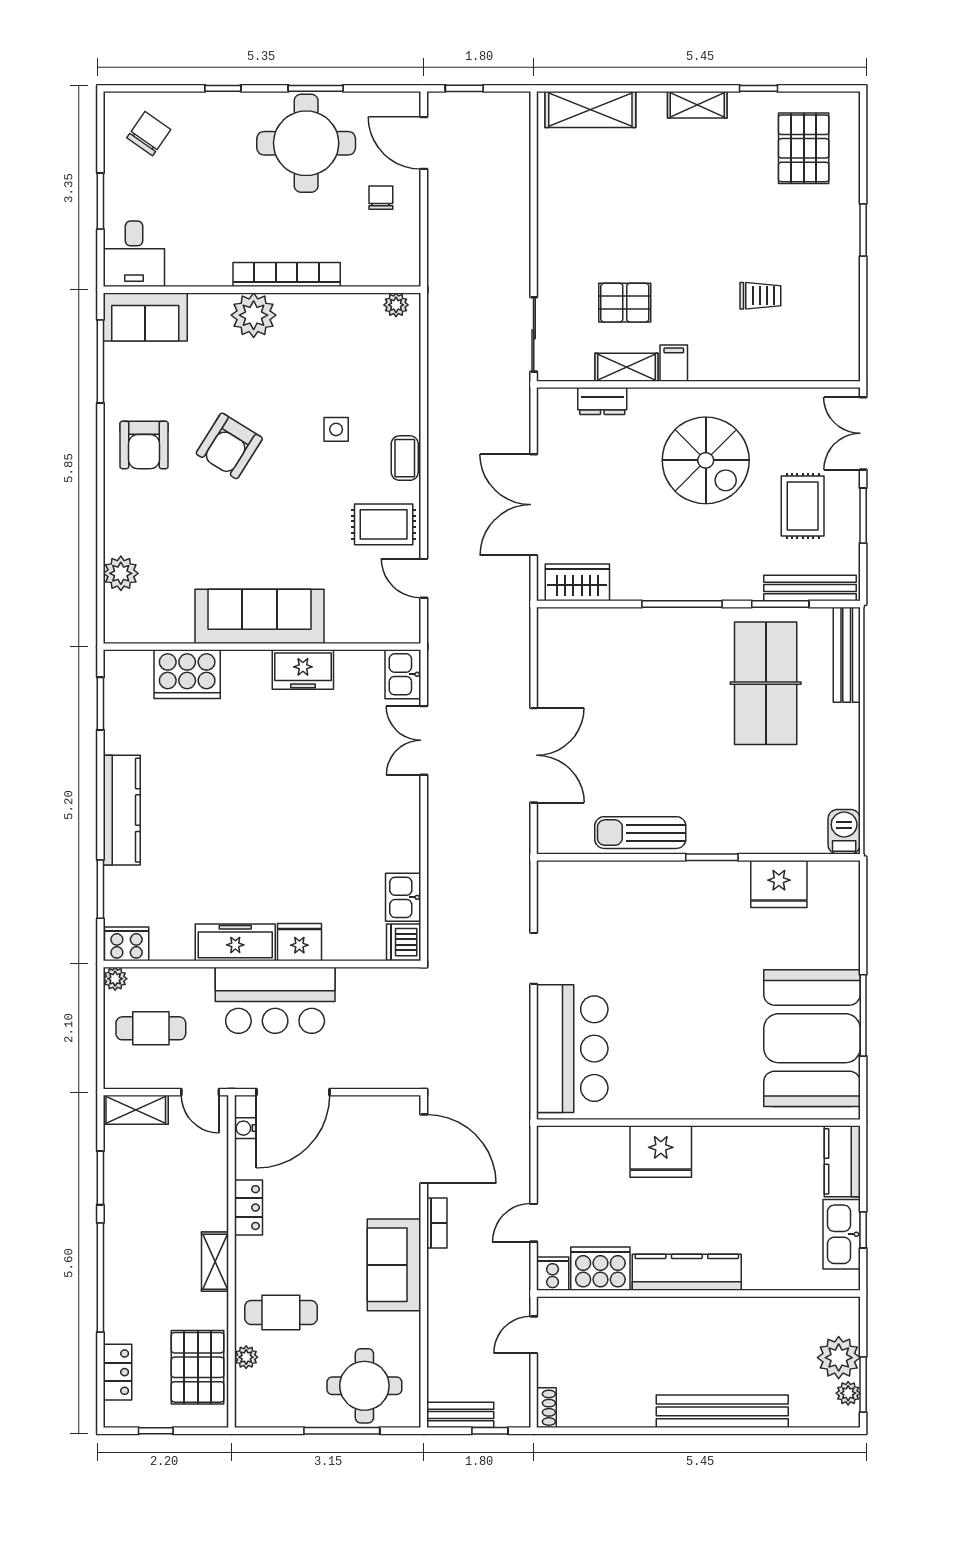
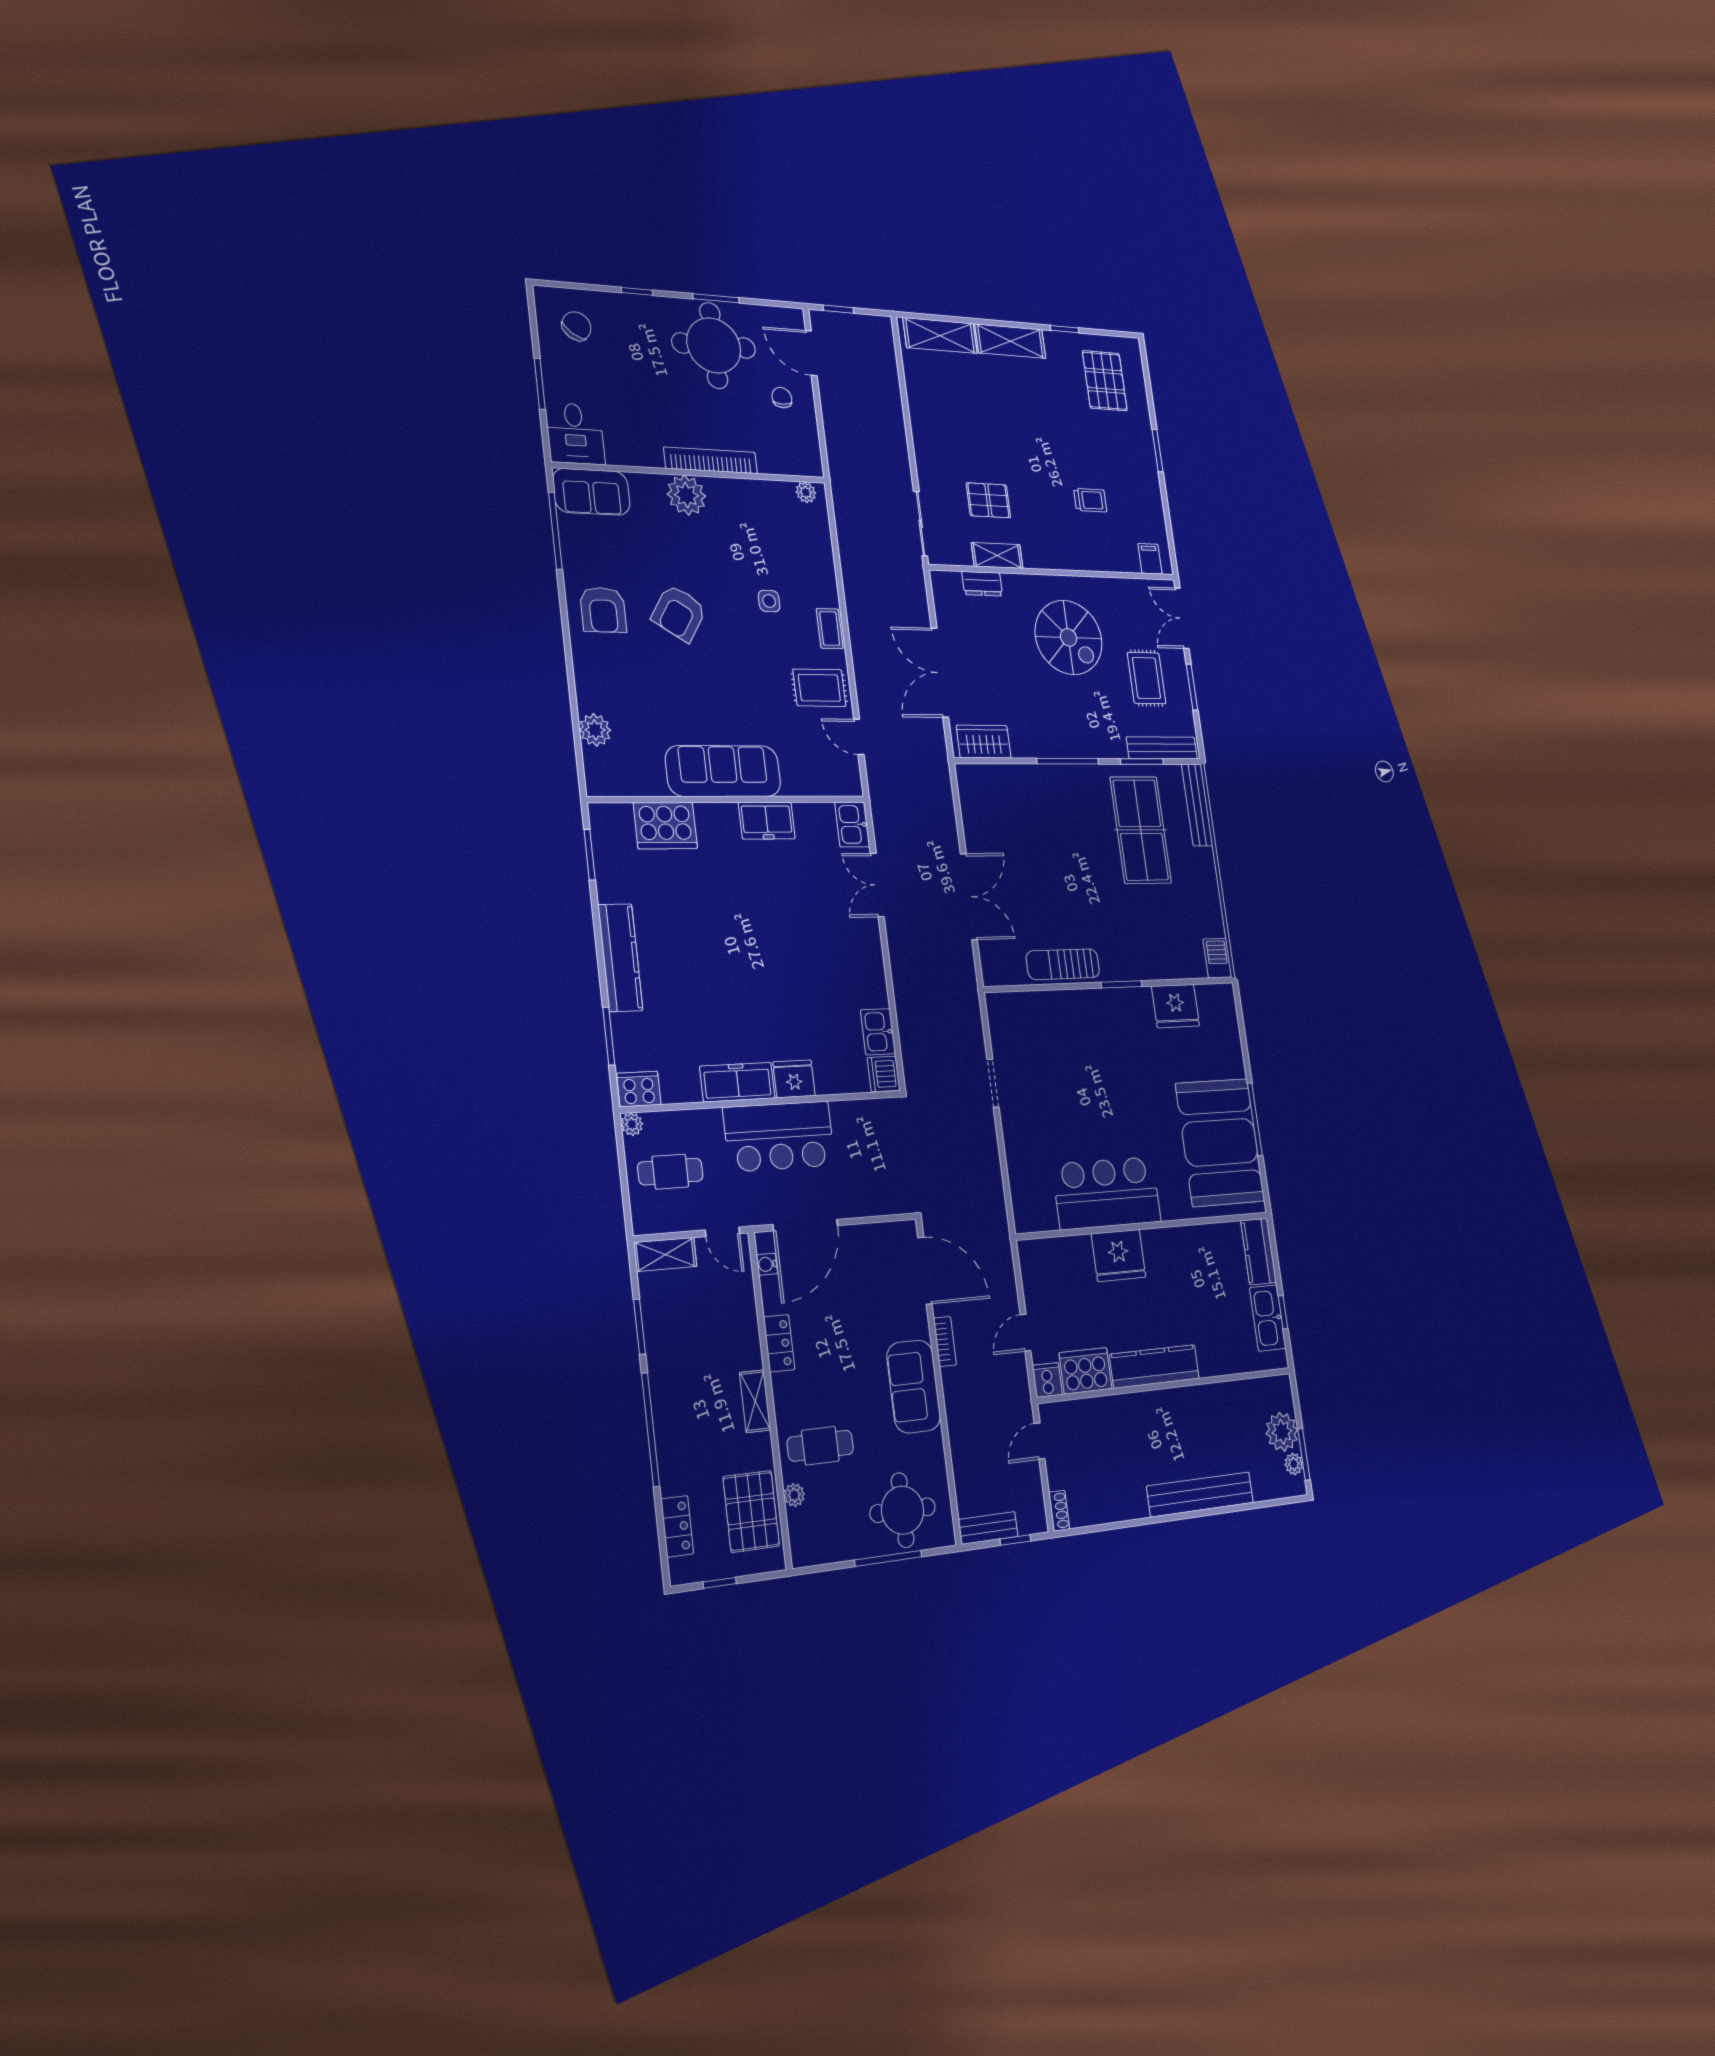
shelving: (697, 105) -> (1010, 341), width x1.50, depth x1.33
filing cabinet: (674, 363) -> (1150, 559), moved
bar counter: (572, 1049) -> (1107, 1193), moved, turned -90

